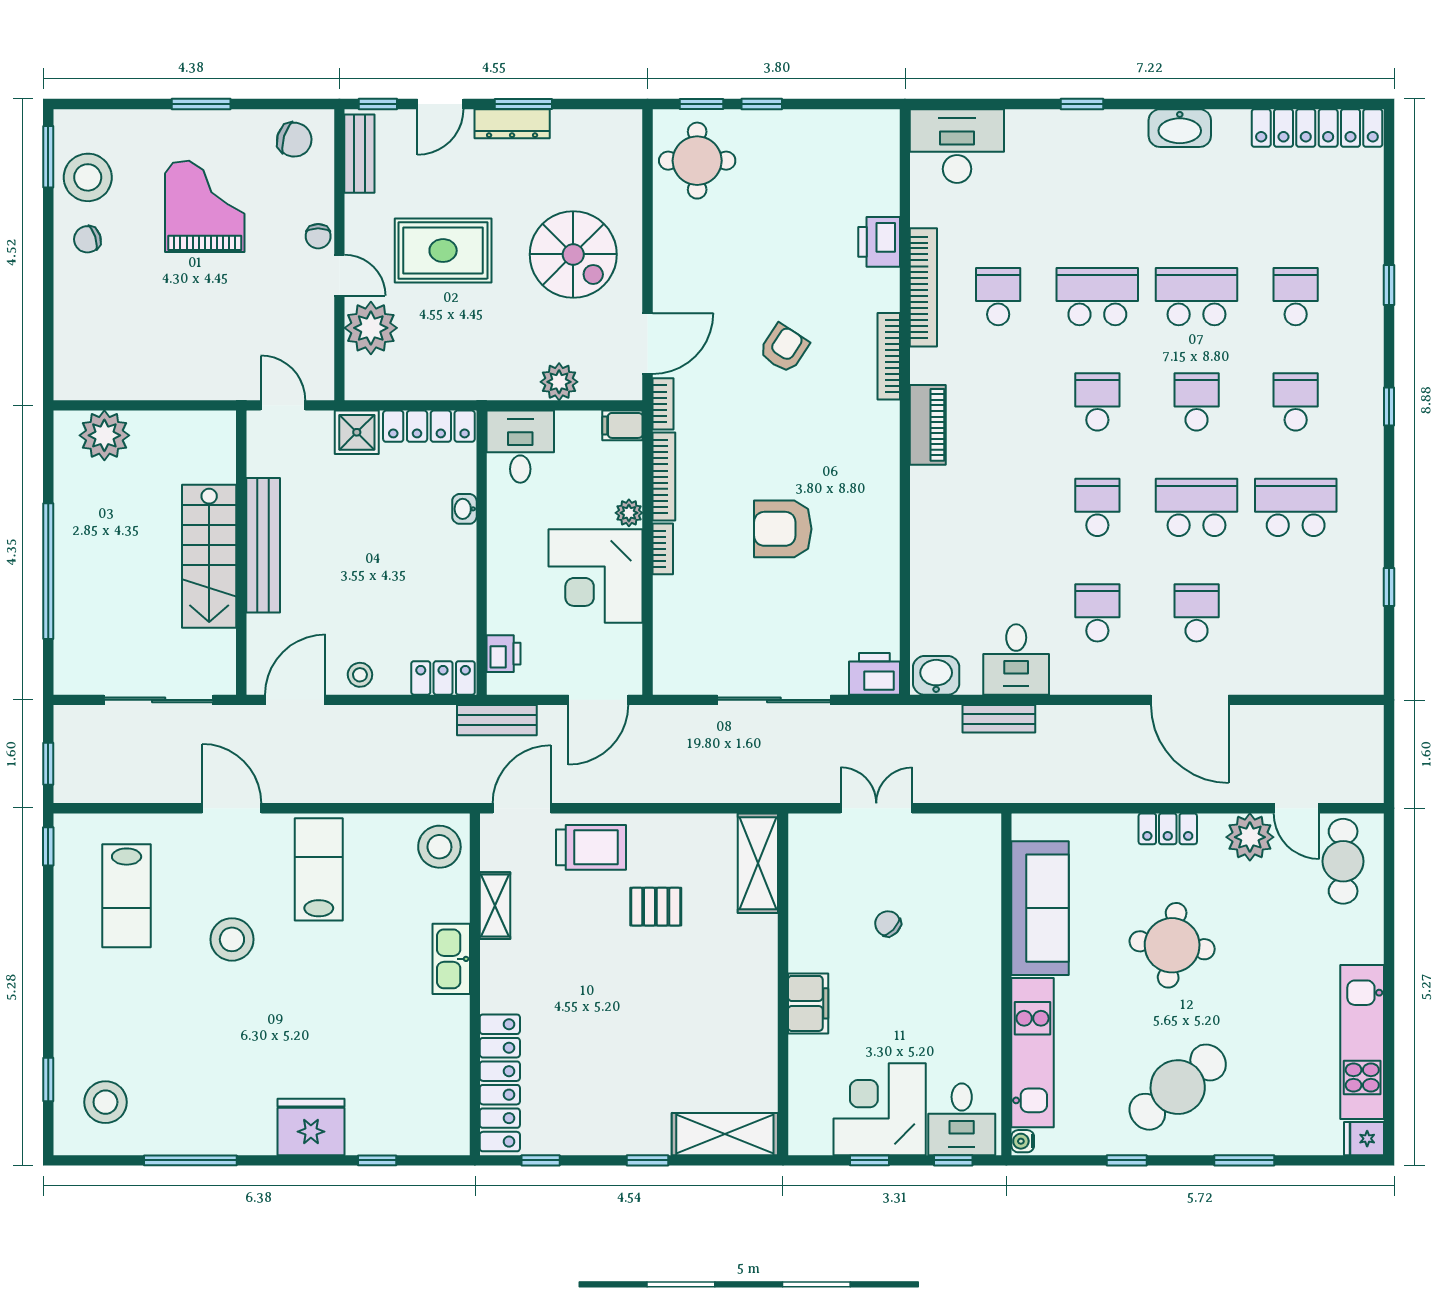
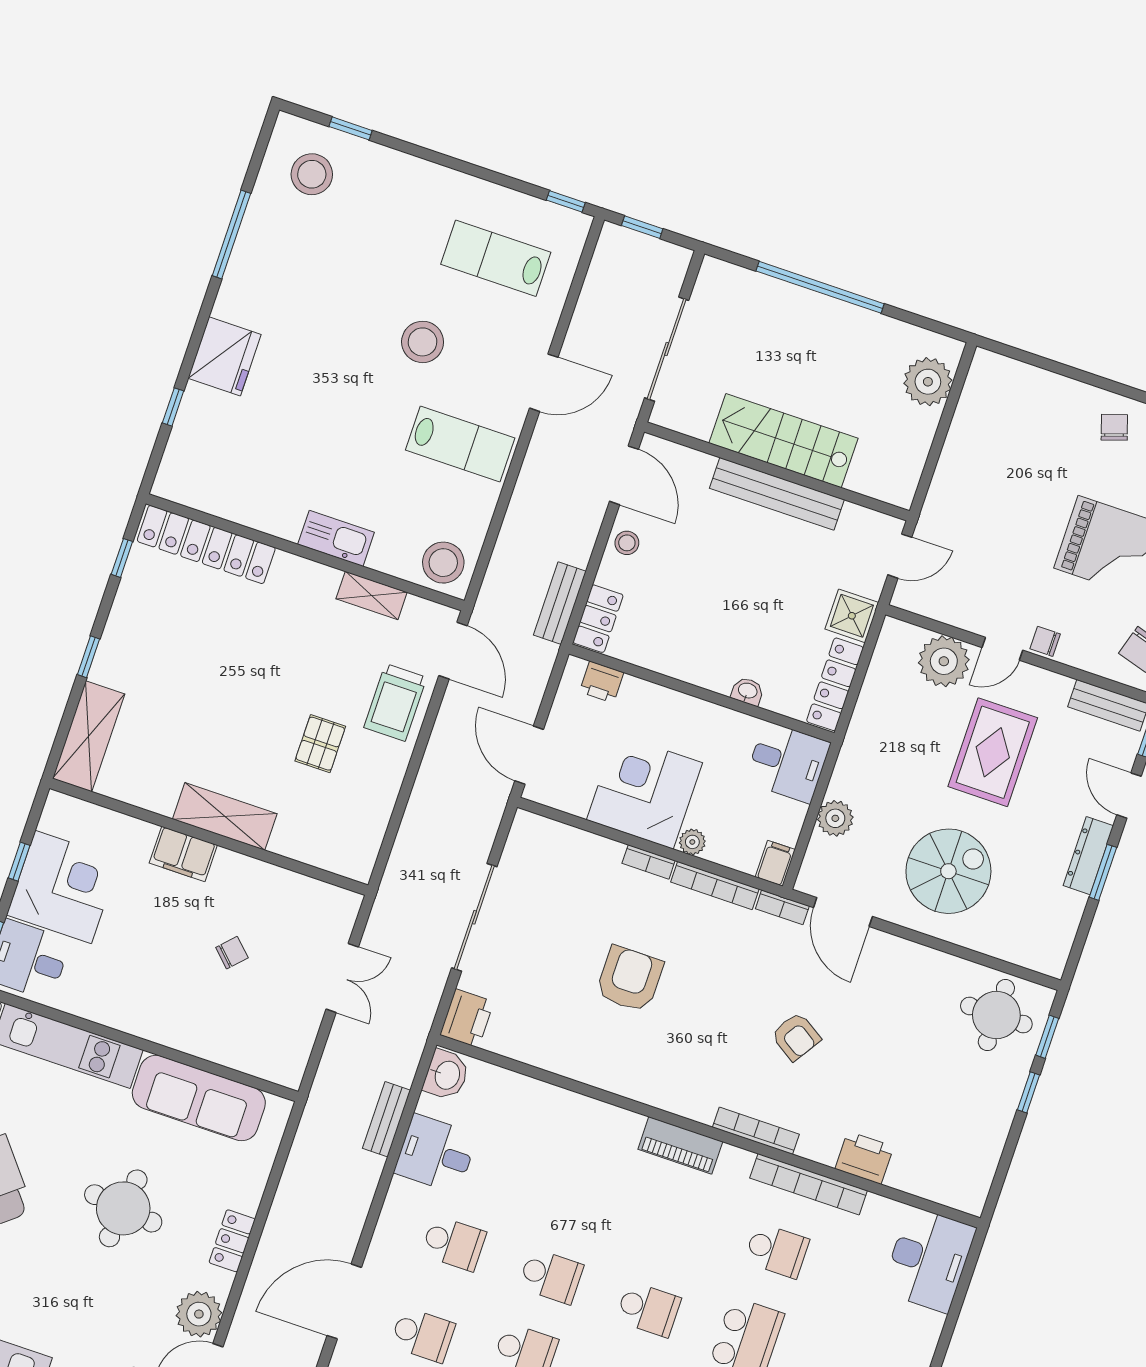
spiral stairs: (573, 254) -> (948, 871), turned 180
bench: (497, 720) -> (560, 603), moved
shelving: (758, 863) -> (225, 816), moved

